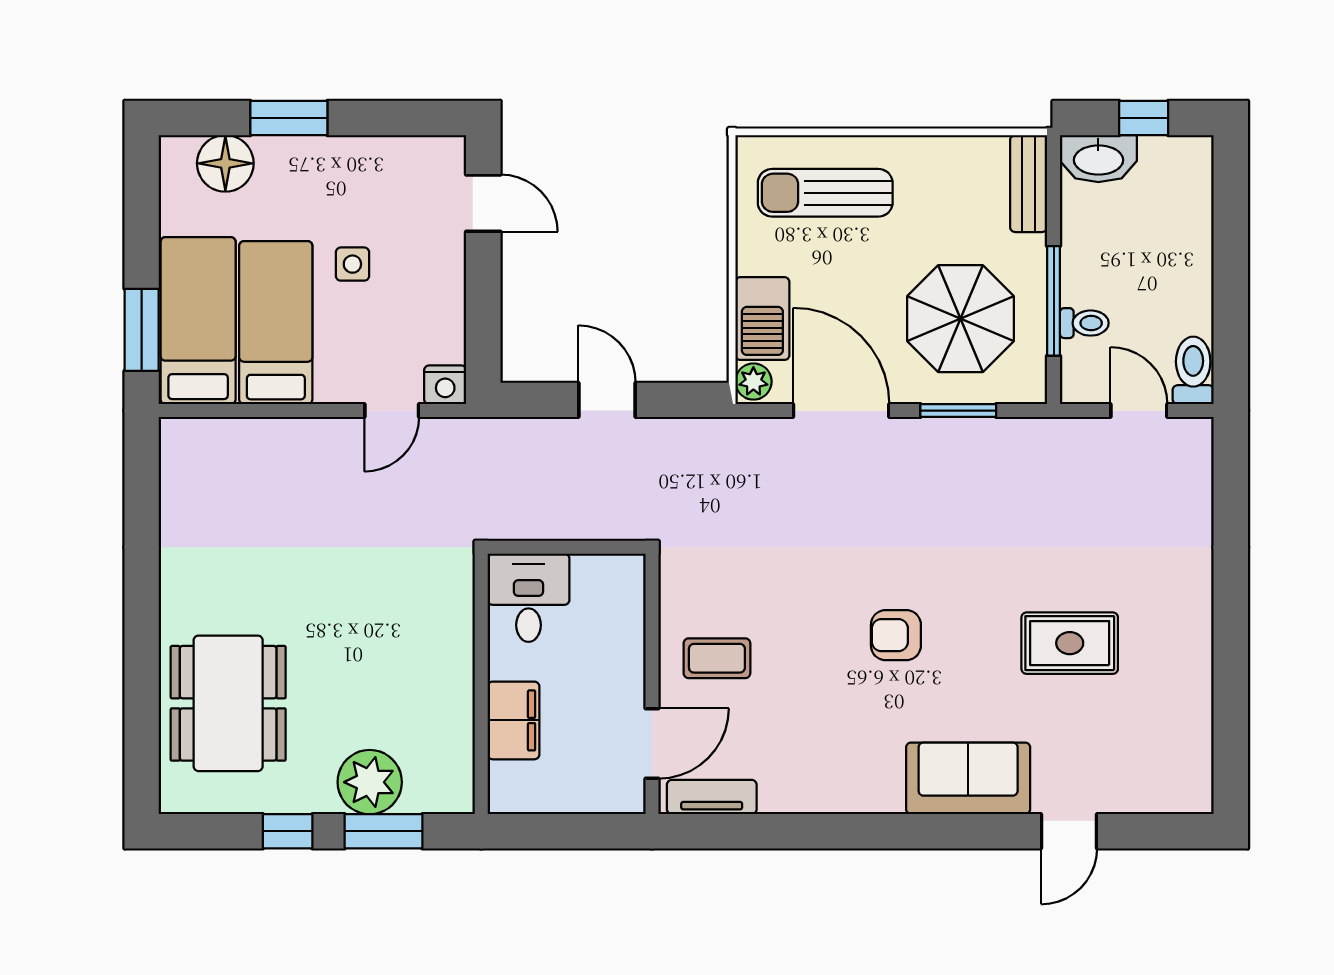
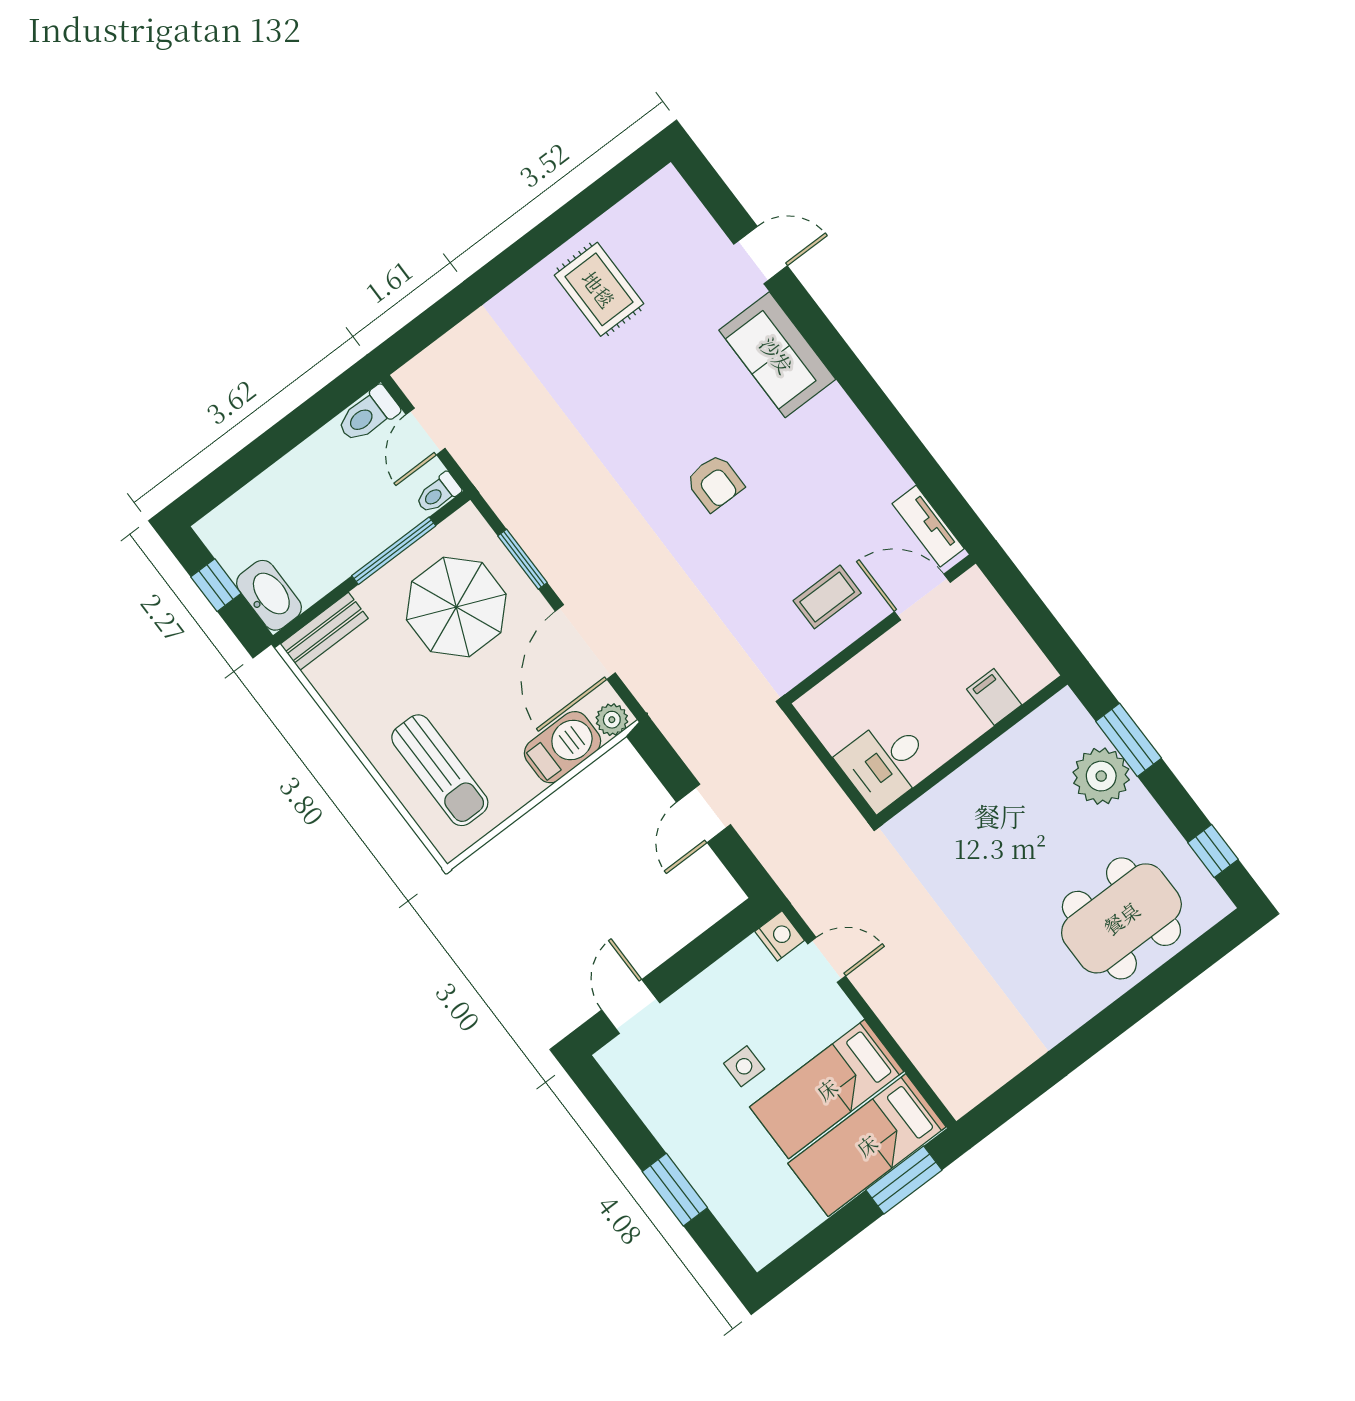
floor lamp: (225, 163) -> (741, 1210), removed
toilet: (1084, 323) -> (438, 493), moved, turned -90
rug: (1070, 643) -> (599, 289), moved
coffee table: (717, 658) -> (827, 597), turned 90
filing cabinet: (513, 720) -> (994, 697), width x0.50
window: (288, 831) -> (1213, 851), moved

